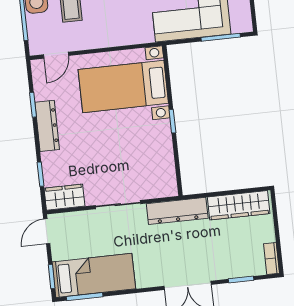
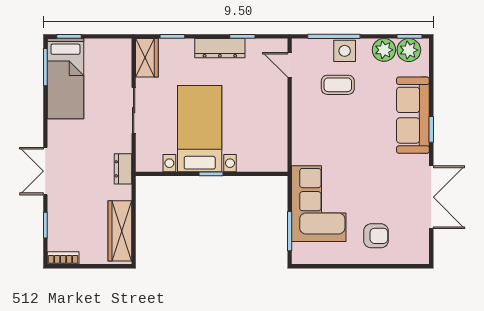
bed with nightstands: (123, 86) -> (200, 129), moved
dresser: (177, 211) -> (123, 169), width x0.51, depth x0.80
door: (47, 231) -> (115, 36), removed

